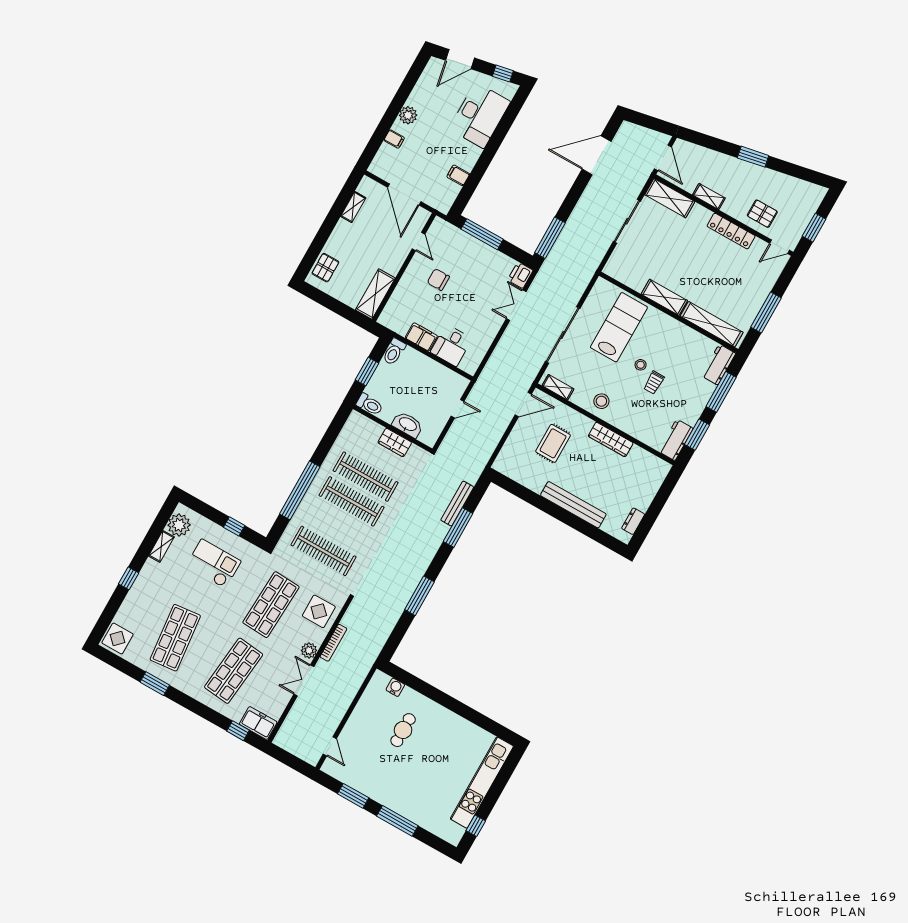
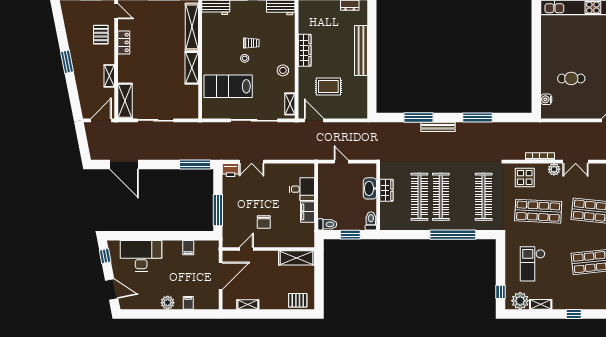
locker: (731, 231) -> (124, 42), width x0.66
bench: (457, 504) -> (438, 127), moved
window: (234, 526) -> (501, 292), moved

